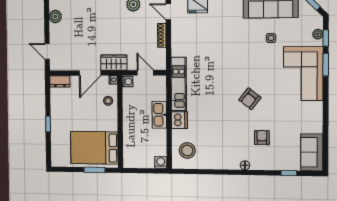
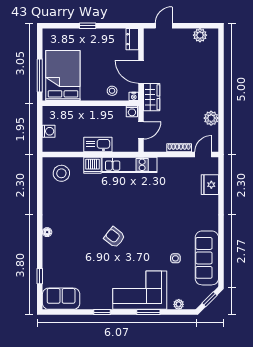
window: (326, 38) -> (102, 312), moved
armchair: (262, 138) -> (75, 249), removed
washing machine: (161, 162) -> (49, 131), moved
window: (94, 170) -> (40, 75), width x1.44

